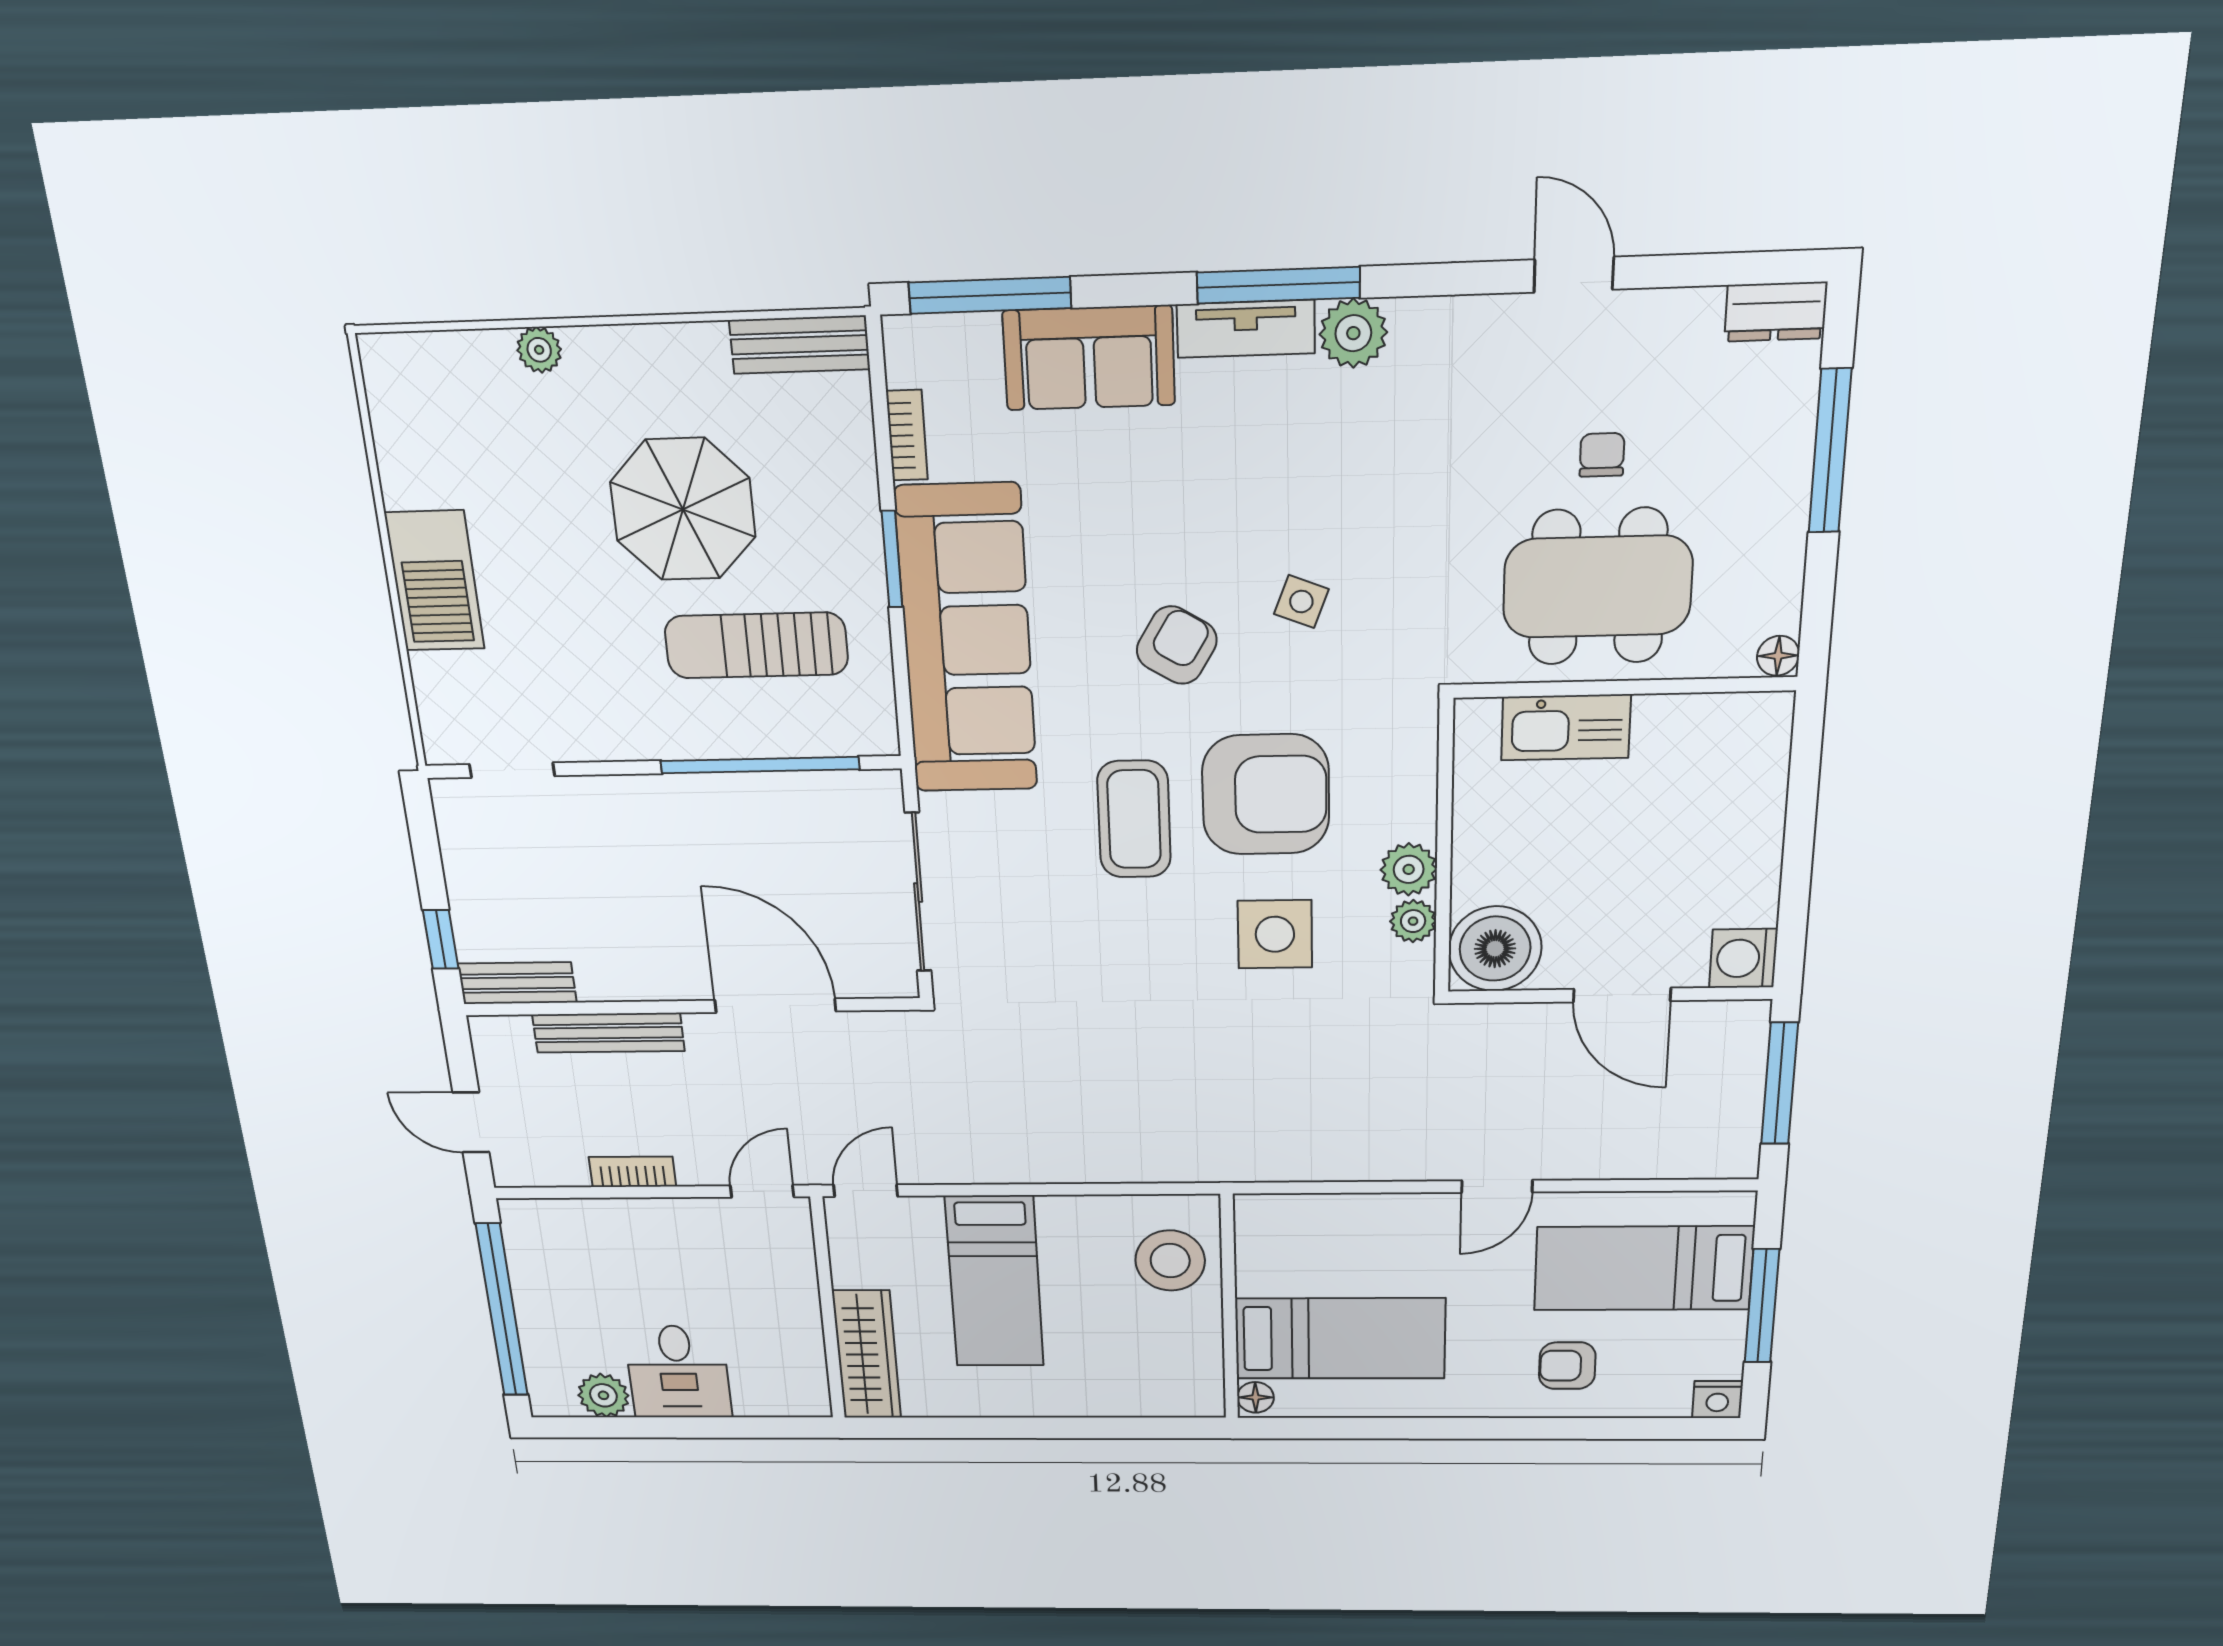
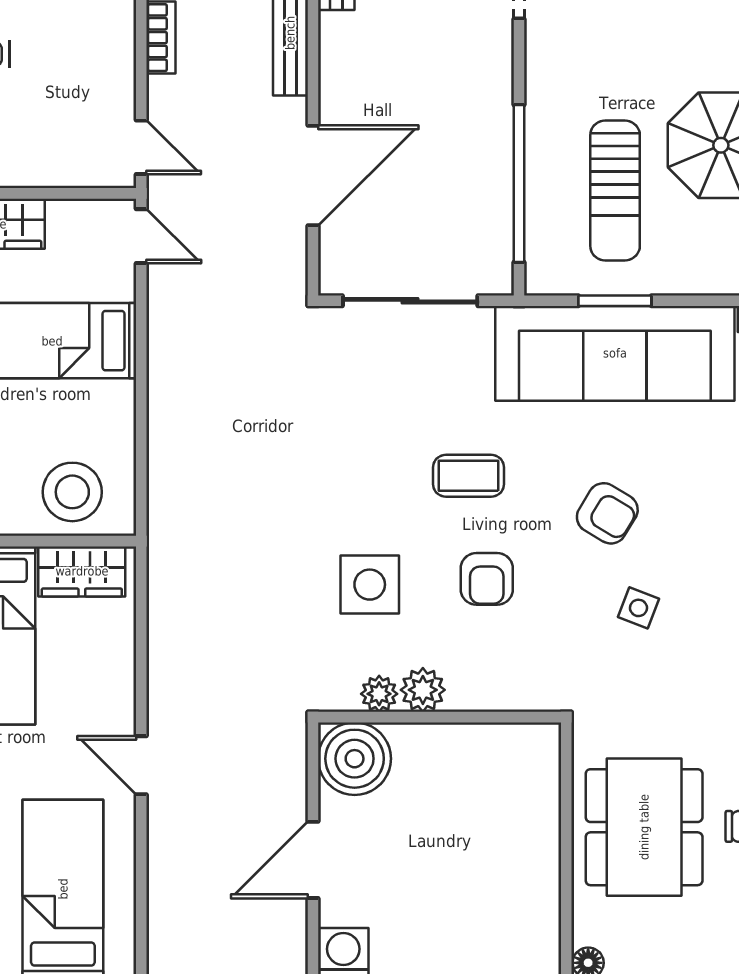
window: (892, 559) -> (615, 301), moved
sun lounger: (756, 645) -> (615, 191), turned 180
kitchen sink: (1566, 727) -> (536, 808), removed
armchair: (1266, 795) -> (487, 579), width x0.53, depth x0.53
coffee table: (1134, 819) -> (469, 476), width x0.73, depth x0.77
wardrobe: (1264, 1250) -> (82, 571), added

